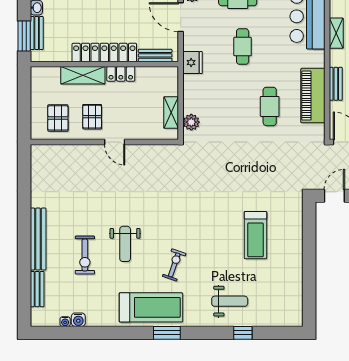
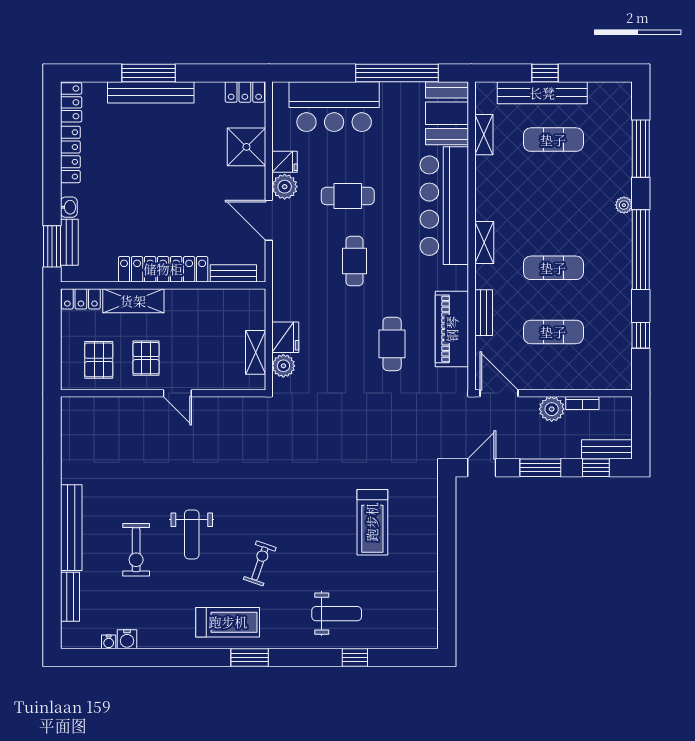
fridge: (193, 63) -> (285, 337), moved
locker: (121, 74) -> (81, 299), moved
treadmill: (151, 307) -> (228, 622), width x0.73, depth x0.73

